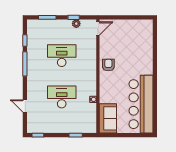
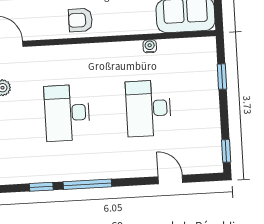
door: (25, 106) -> (170, 180), swing flipped

